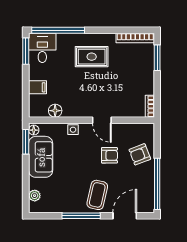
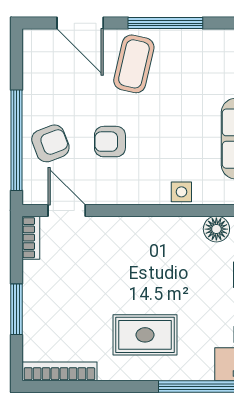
window: (157, 58) -> (17, 309), moved
door: (102, 120) -> (67, 210), moved
window: (157, 184) -> (17, 140), moved
door: (125, 216) -> (80, 23), hinge flipped

